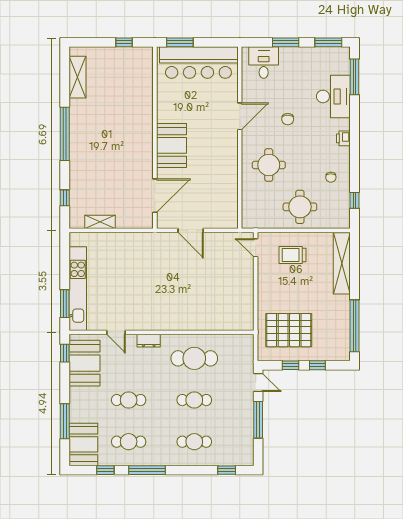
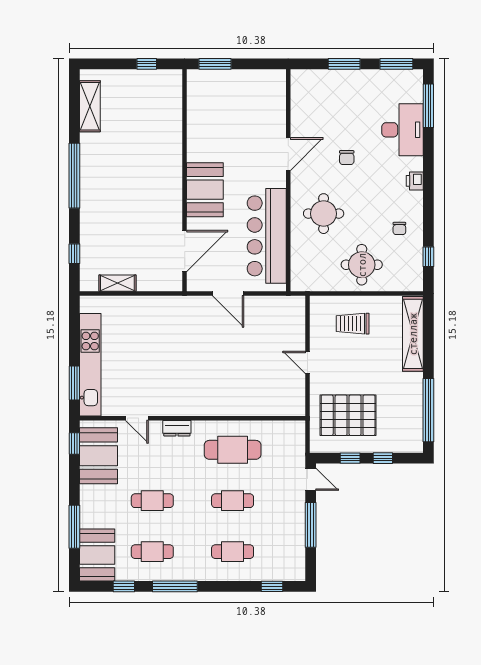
bar counter: (198, 63) -> (267, 236), moved, turned 90
desk: (264, 63) -> (317, 88), removed
door: (256, 248) -> (307, 362), moved

